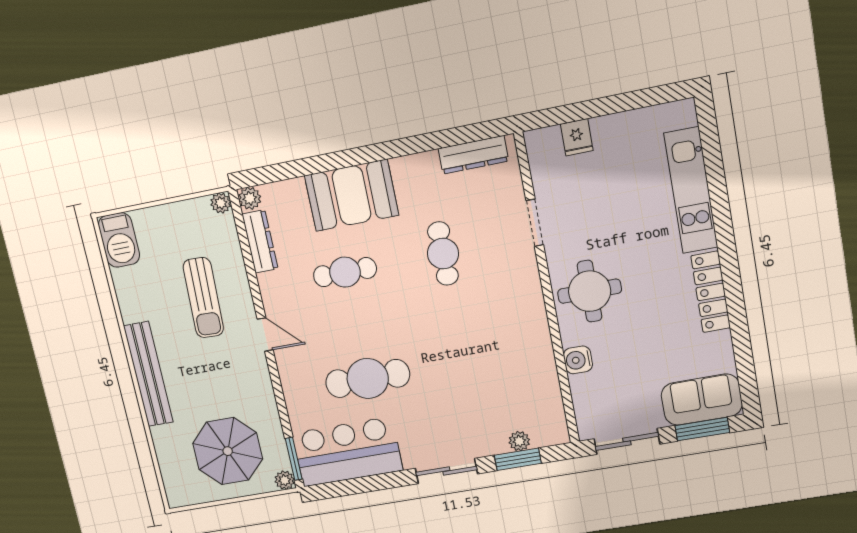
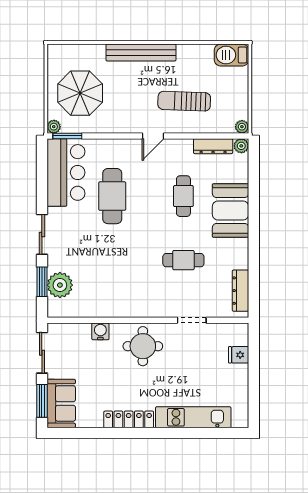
plant: (519, 441) -> (60, 285), width x1.87, depth x1.87

